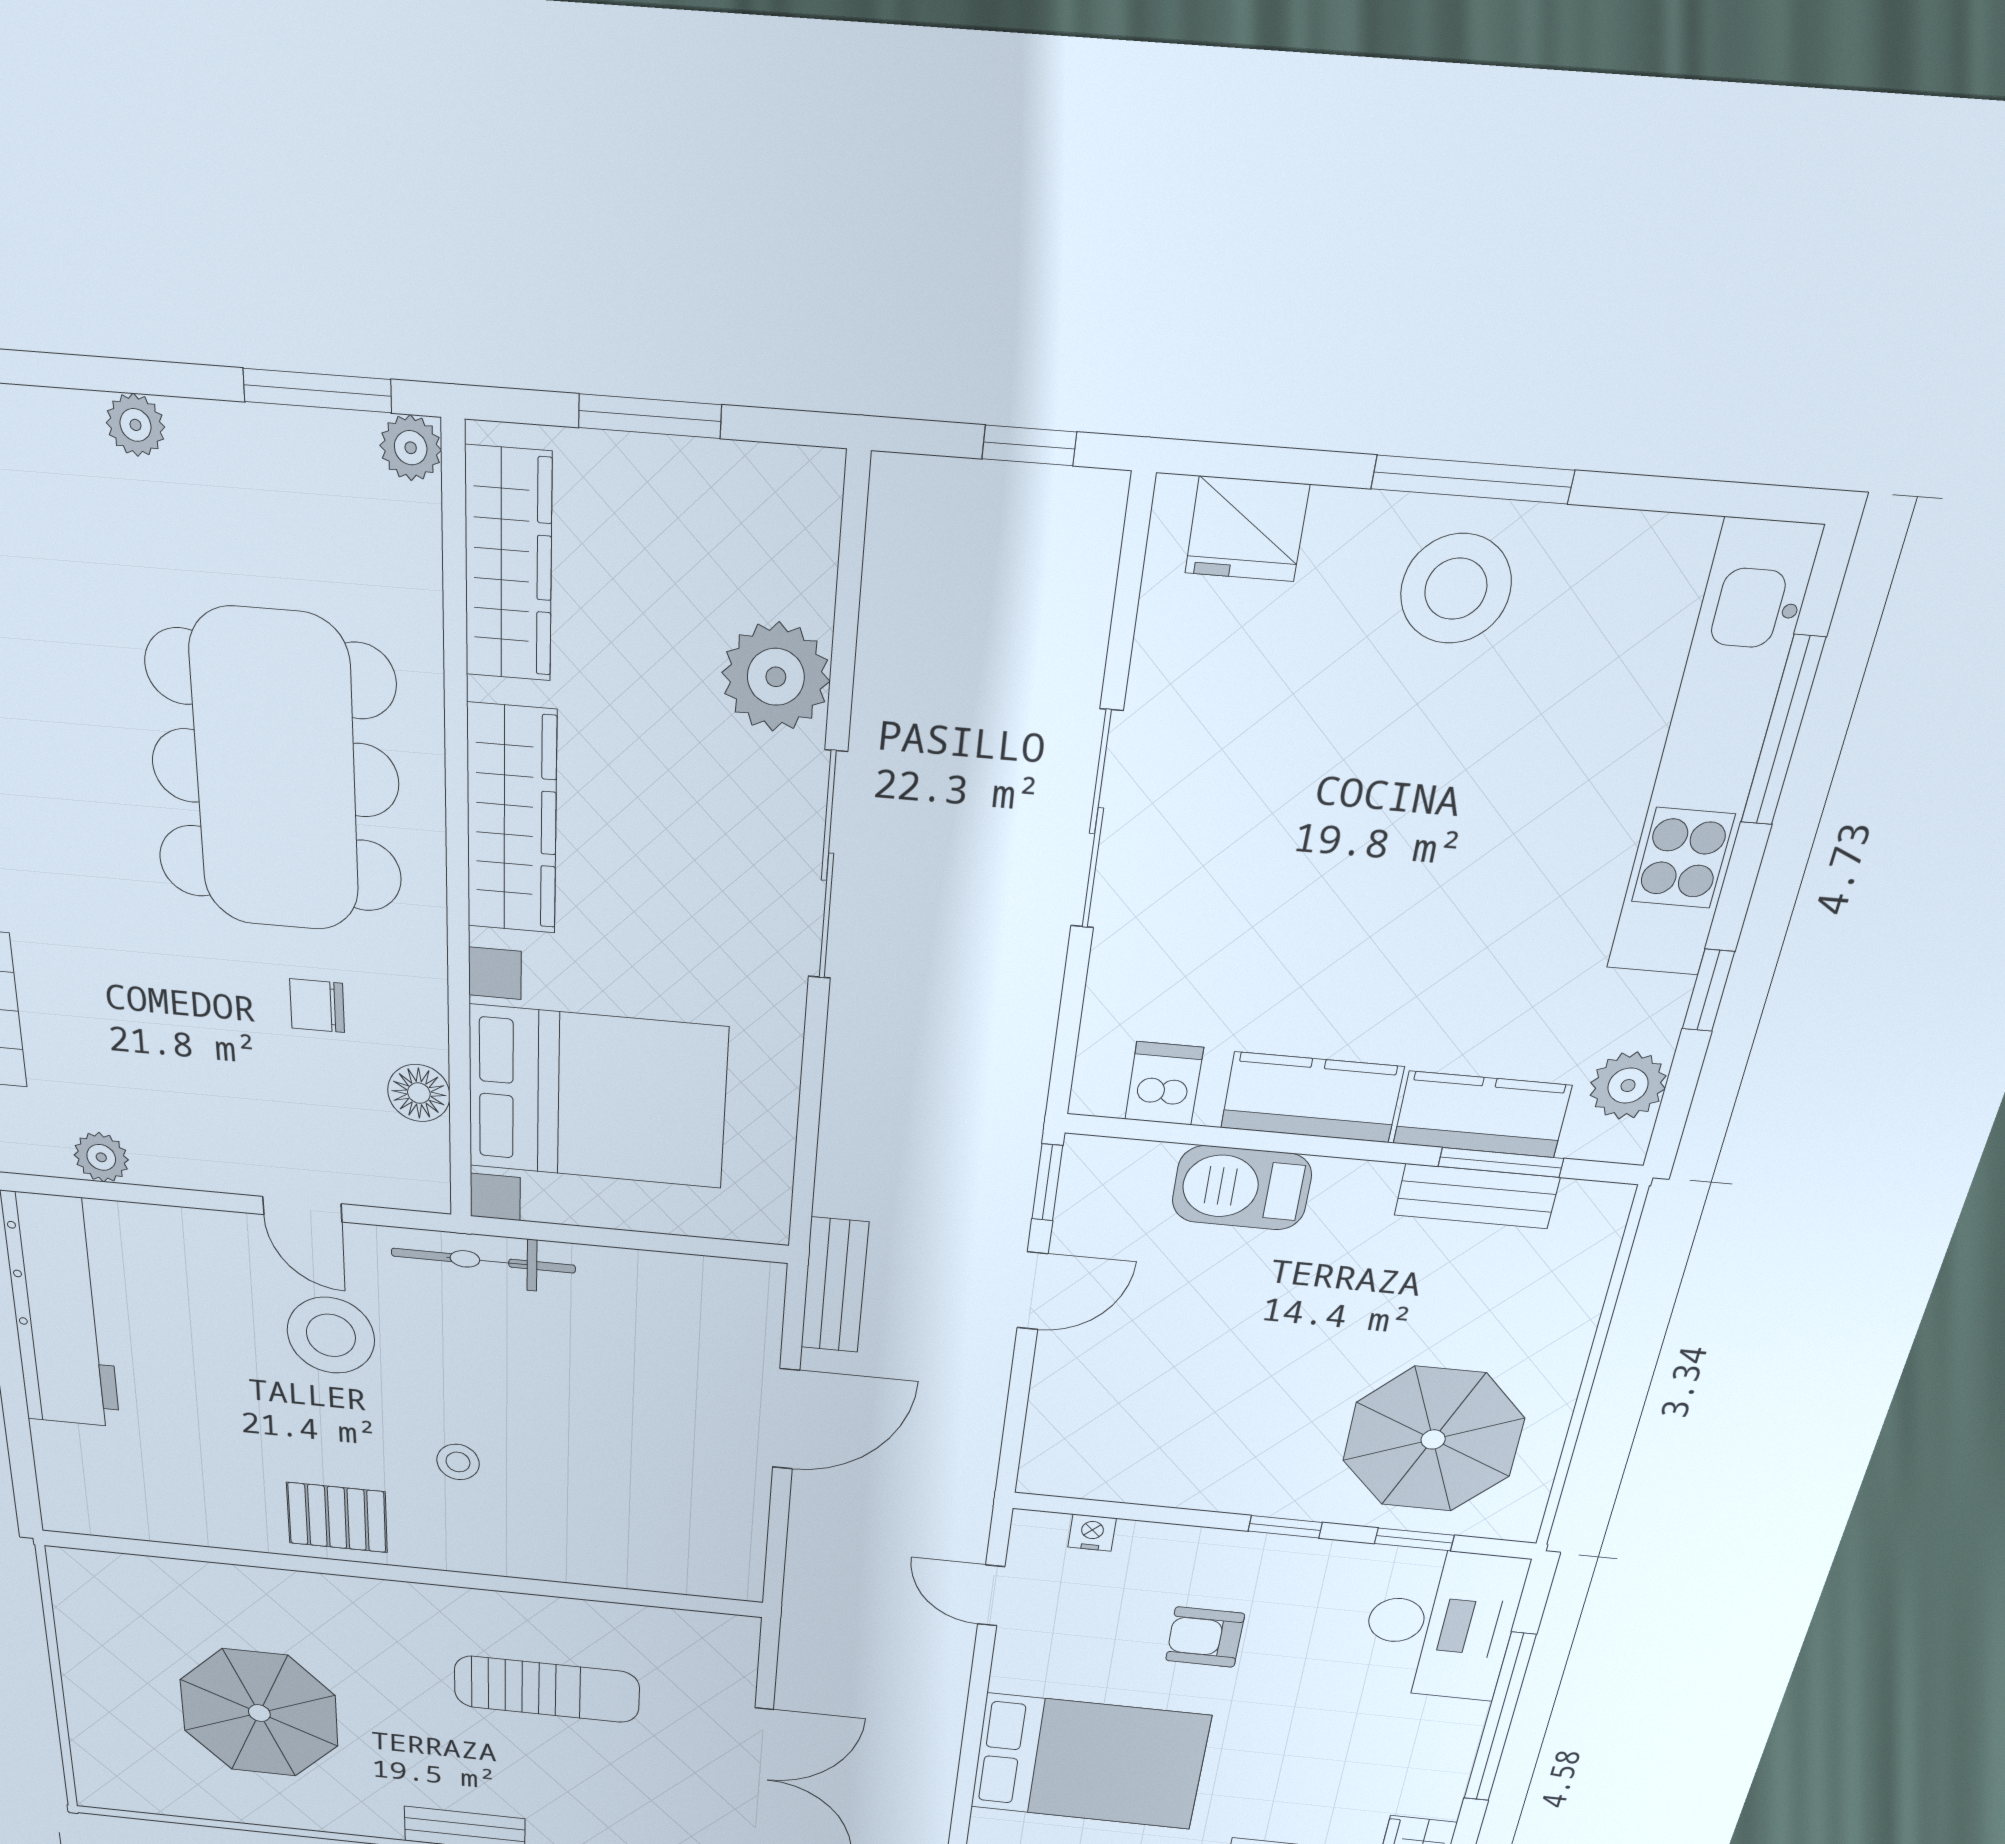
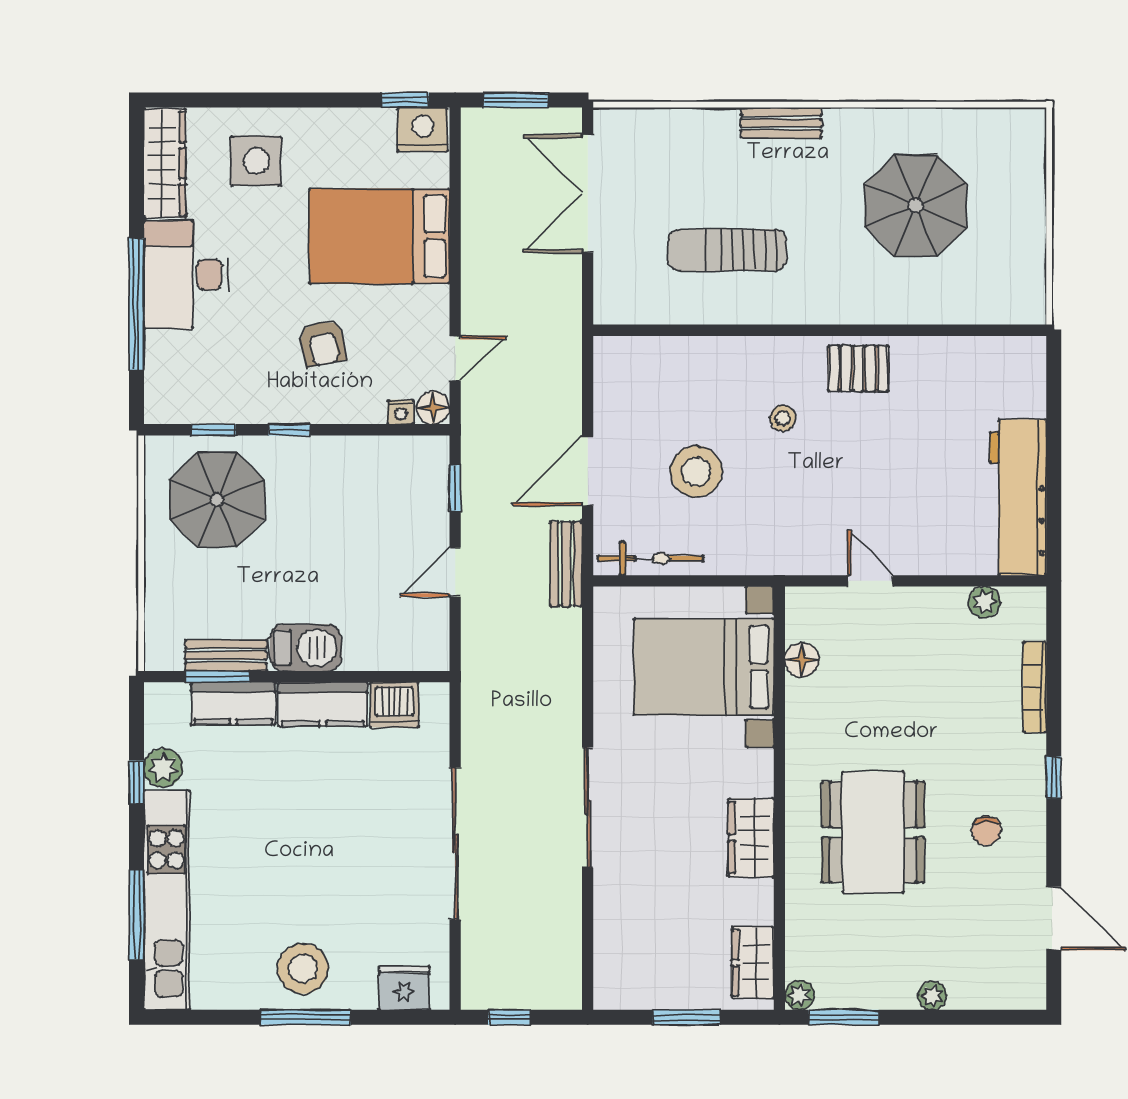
wardrobe: (508, 565) -> (753, 963), width x0.67
plant: (776, 677) -> (620, 902), removed
dining table: (275, 773) -> (873, 832), width x0.73, depth x0.80
wardrobe: (512, 820) -> (751, 838), width x0.67
sliding door: (1096, 821) -> (455, 843), width x1.36
chair: (317, 1006) -> (986, 831), moved, turned 90
dishwasher: (1164, 1083) -> (394, 705), width x1.38
plant: (1628, 1086) -> (163, 768), moved
window: (1047, 1182) -> (455, 488), moved
barbecue: (1242, 1188) -> (306, 648), moved
bicycle: (483, 1261) -> (651, 559), moved
stool: (331, 1335) -> (696, 471), moved
floor lamp: (1037, 1533) -> (433, 408), added
door: (991, 1595) -> (455, 359), hinge flipped
desk: (1440, 1624) -> (186, 275), moved
armchair: (1205, 1637) -> (323, 343), turned 79

